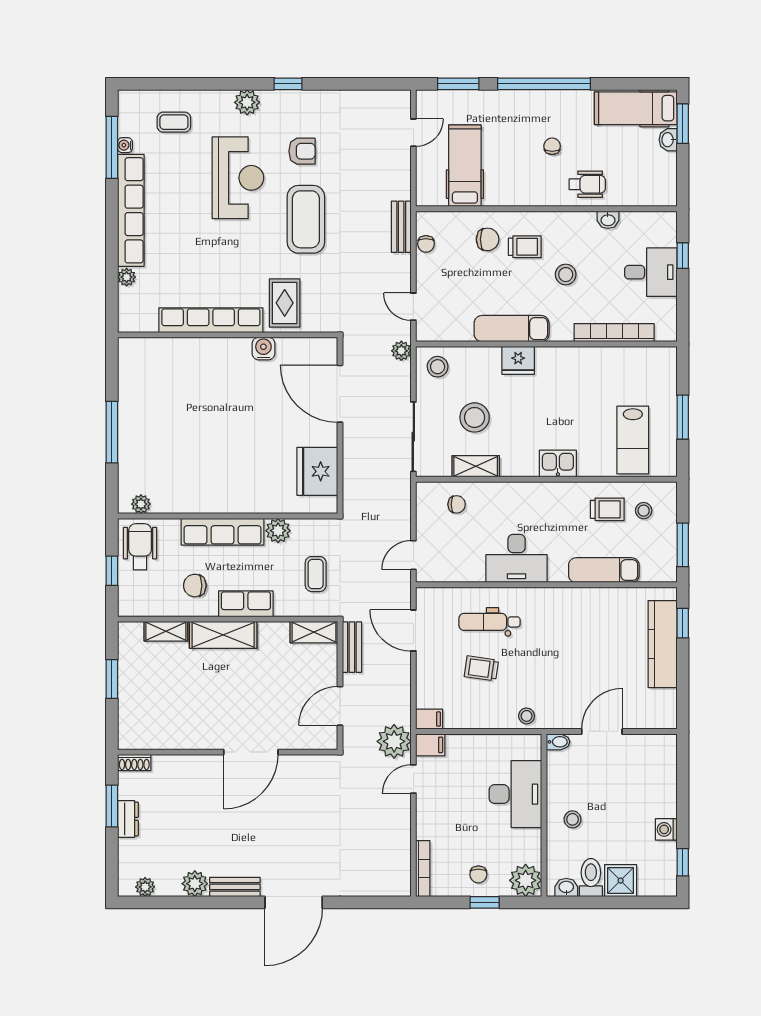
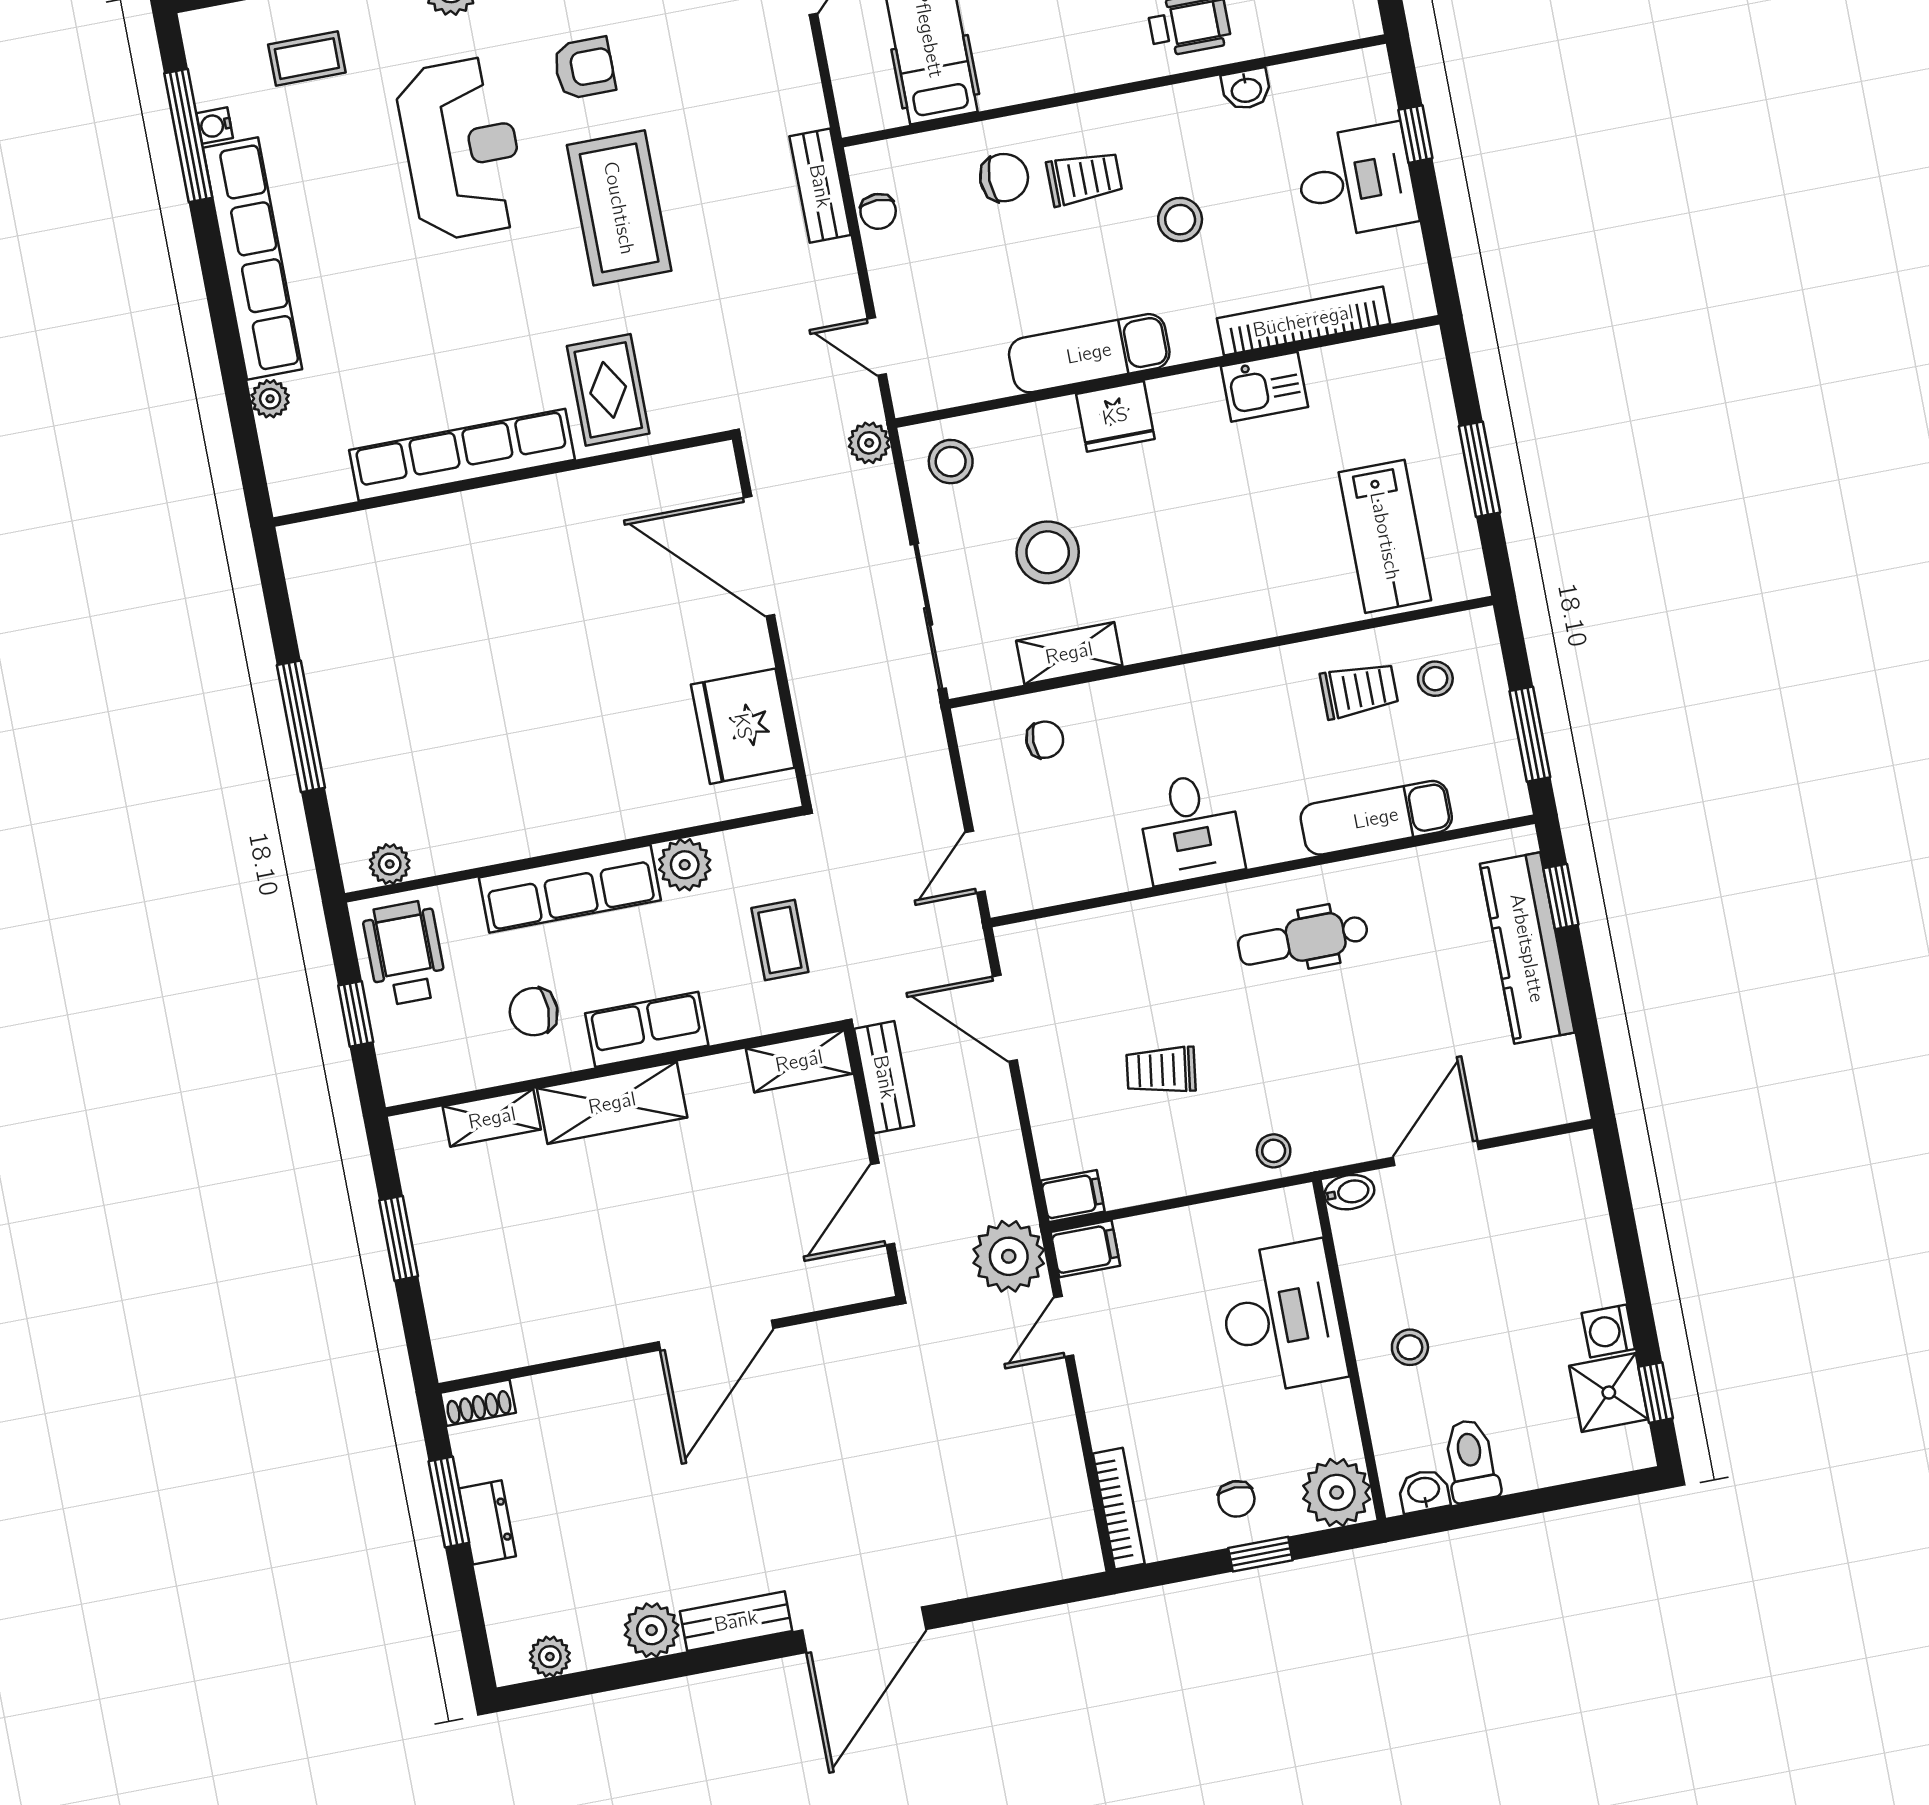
water cooler: (263, 349) -> (582, 493), removed
kitchen sink: (558, 464) -> (1264, 387), moved, turned 180
desk: (517, 558) -> (1190, 828), width x0.73
dental chair: (490, 622) -> (1303, 939), moved
shower: (621, 881) -> (1609, 1393), moved

